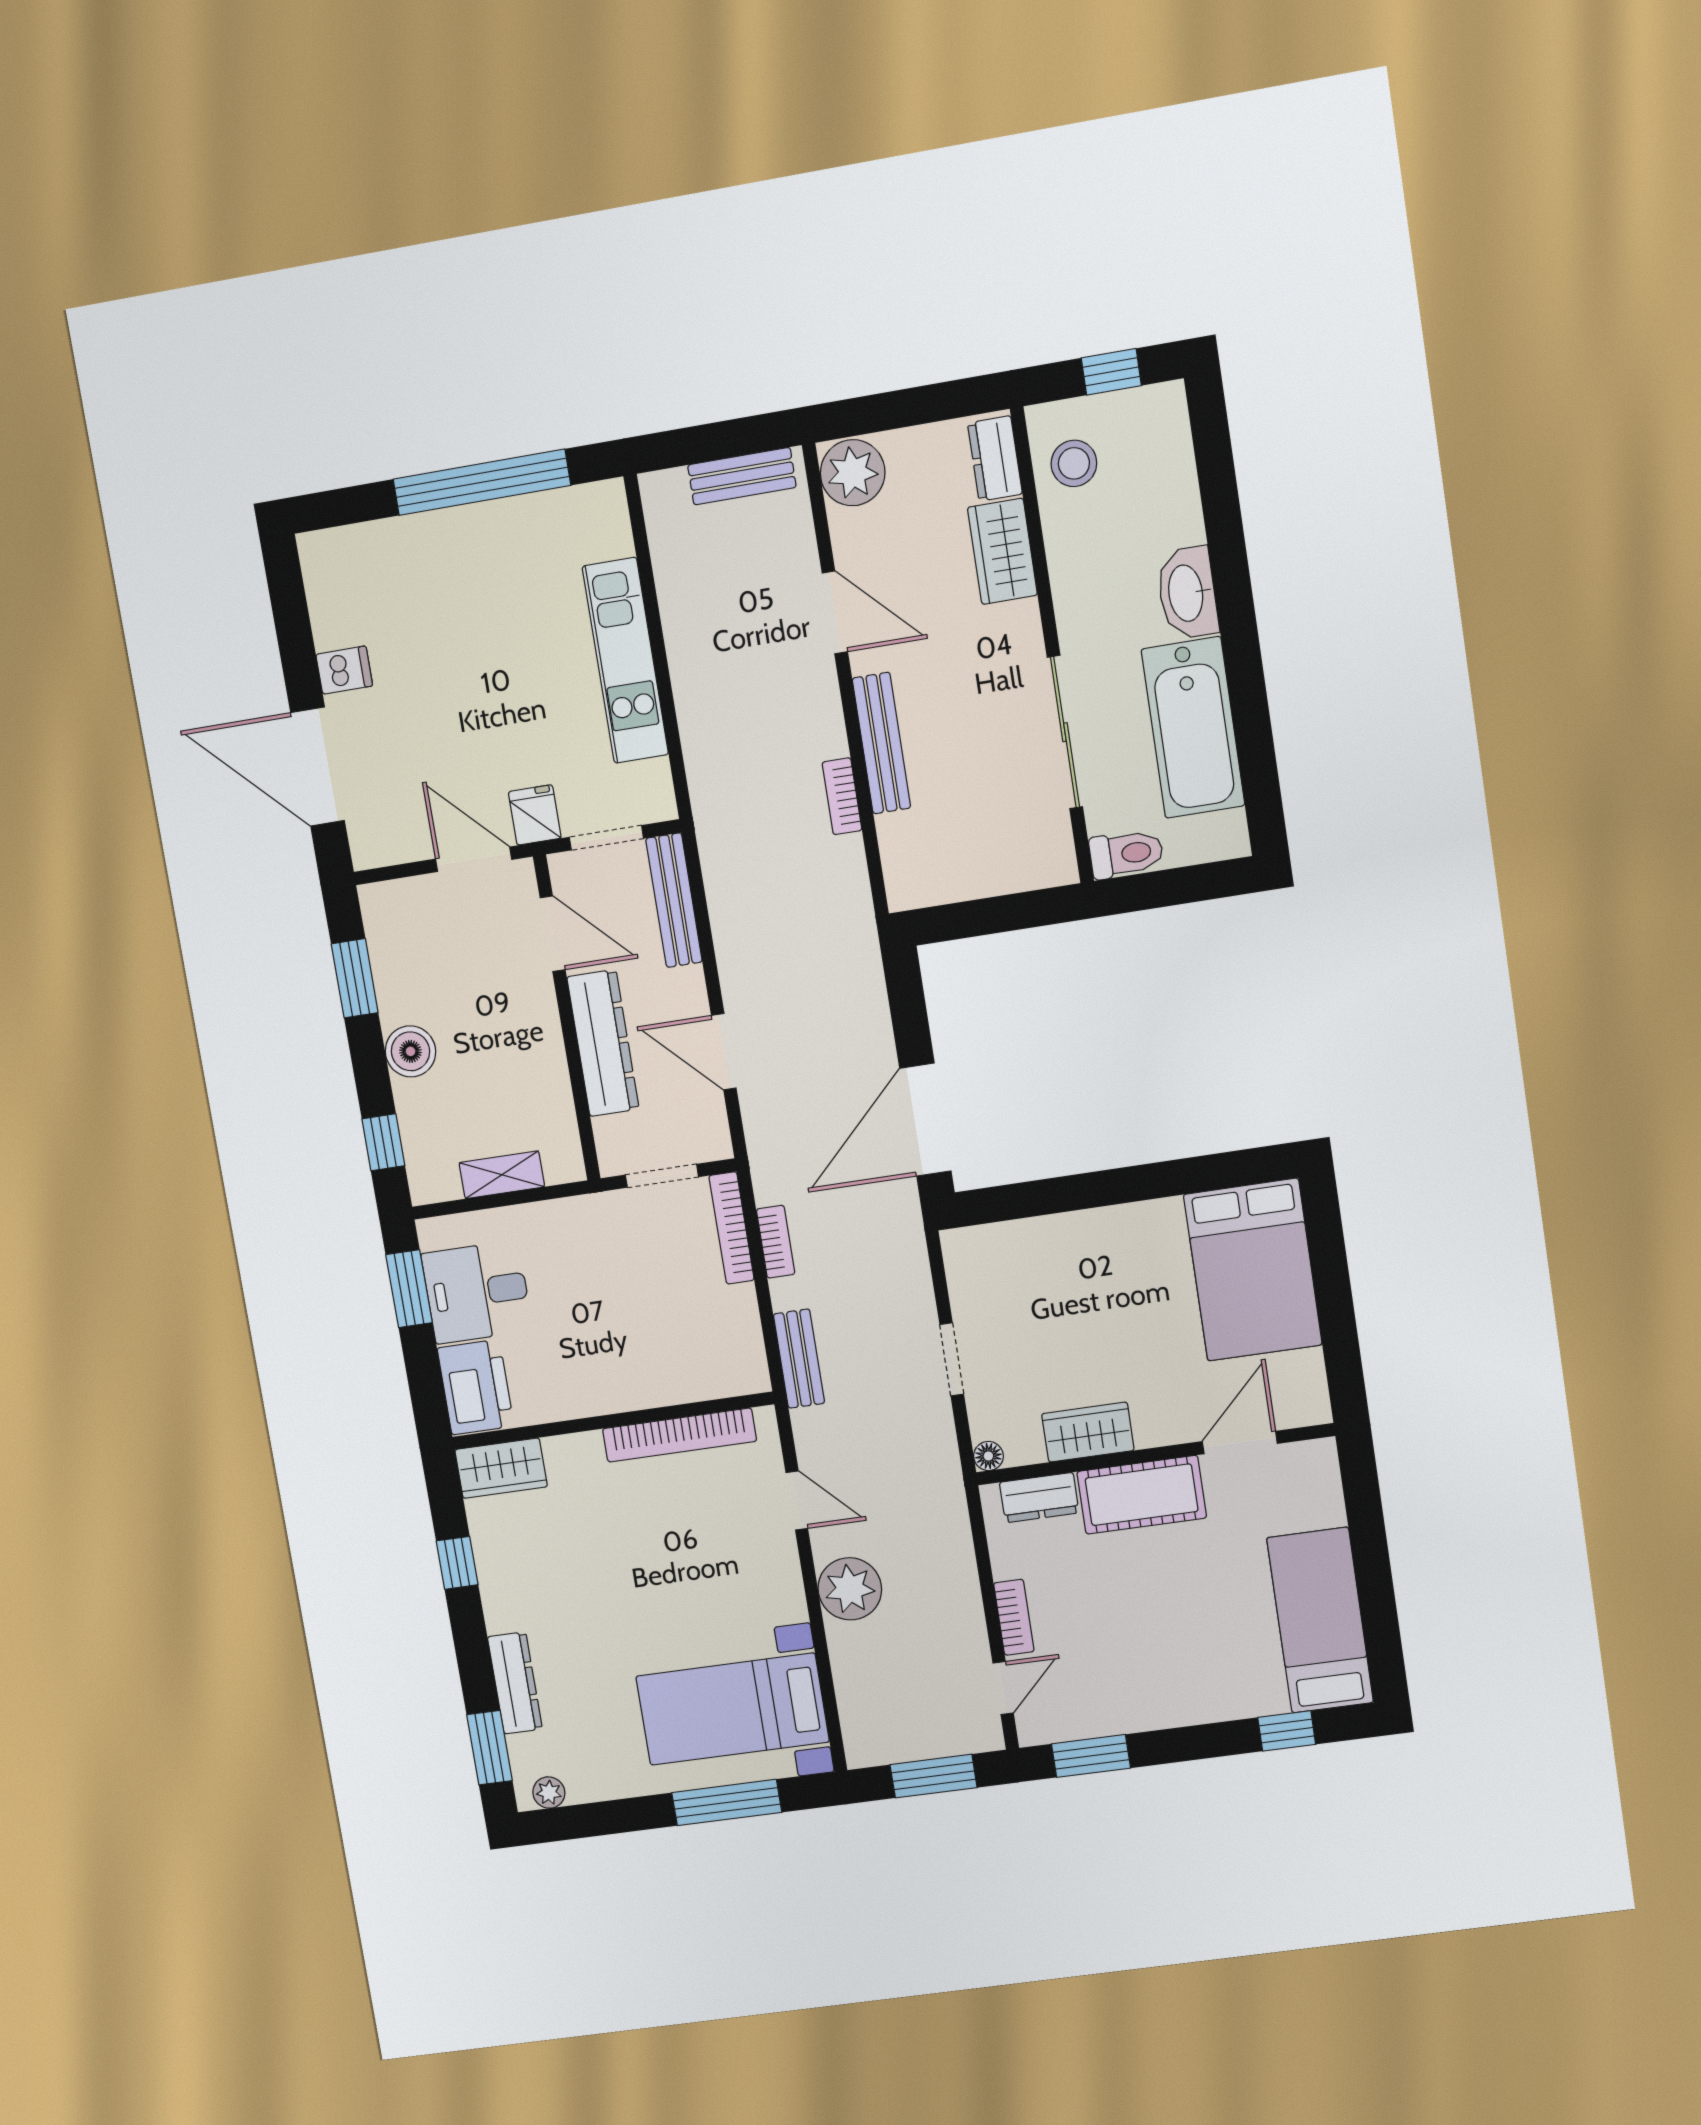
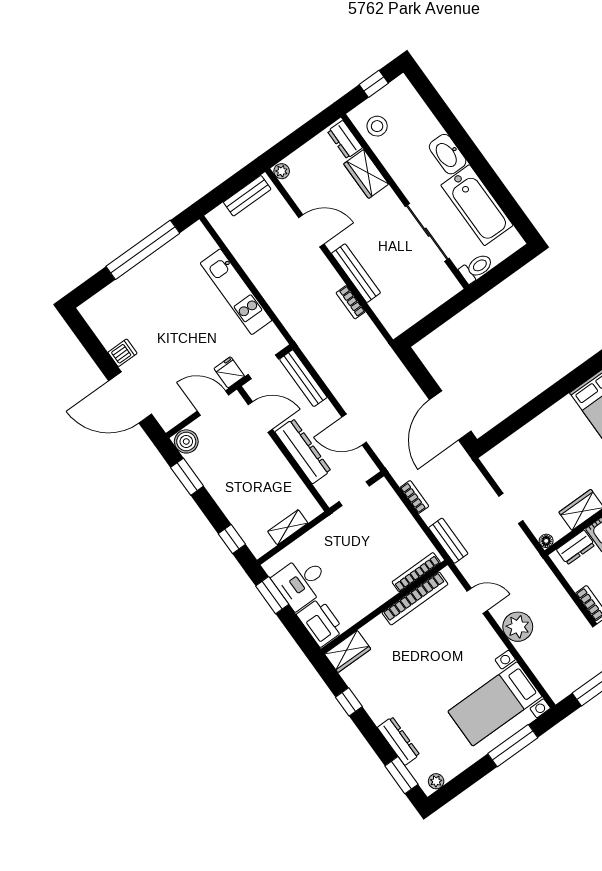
plant: (853, 473) -> (282, 171), width x0.53, depth x0.53
boiler: (410, 1051) -> (186, 441), moved
bookcase: (732, 1228) -> (416, 572), moved, turned 90

